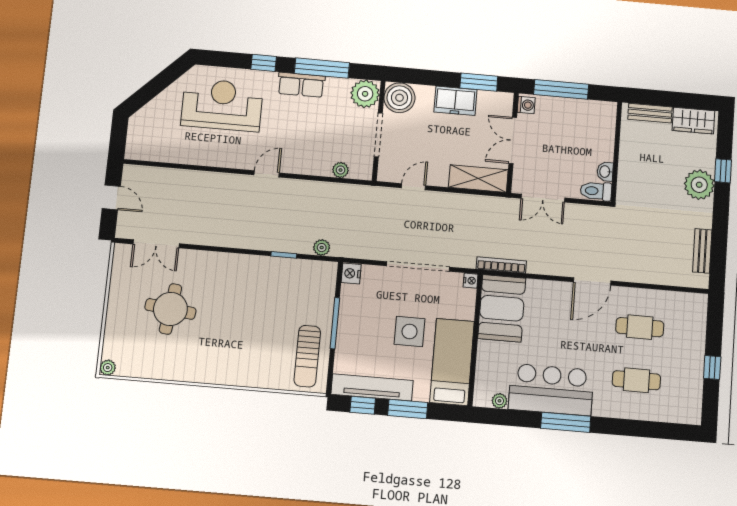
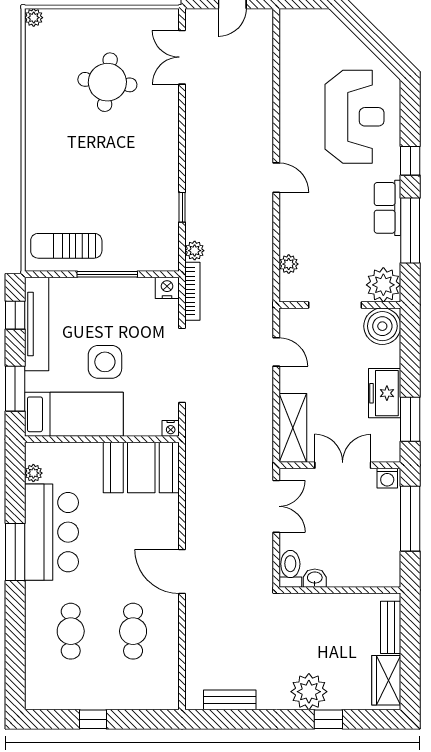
double door: (543, 198) -> (276, 506), swing flipped
bookcase: (501, 265) -> (192, 291), moved
window: (408, 409) -> (15, 389), moved

